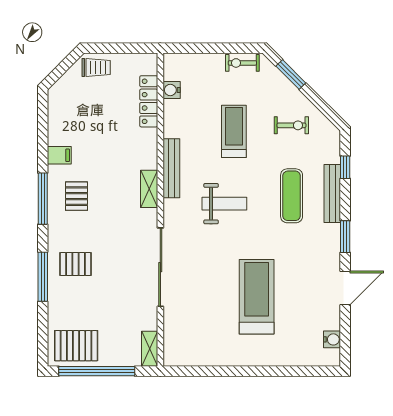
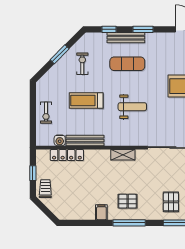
window: (120, 48) -> (33, 173), added
exercise bike: (242, 63) -> (46, 113), moved
window: (291, 74) -> (60, 54), moved
bench: (171, 168) -> (85, 141), moved
weight bench: (224, 204) -> (132, 107), turned 90
window: (345, 237) -> (143, 29), moved

